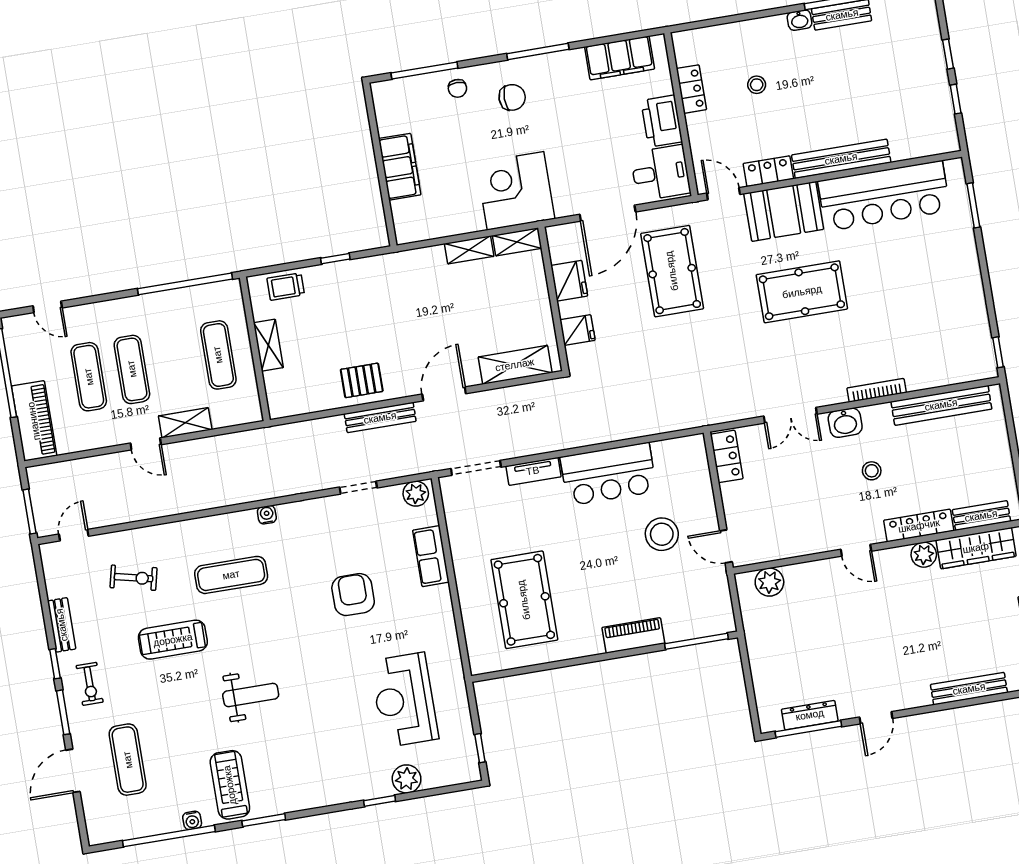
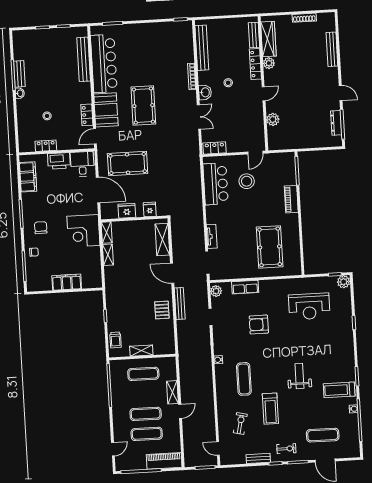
bench: (841, 159) -> (84, 59), moved
bar counter: (608, 474) -> (216, 184), moved
plant: (769, 582) -> (273, 119), moved
pool table: (524, 600) -> (270, 247), turned 90
plant: (407, 779) -> (344, 282), moved

